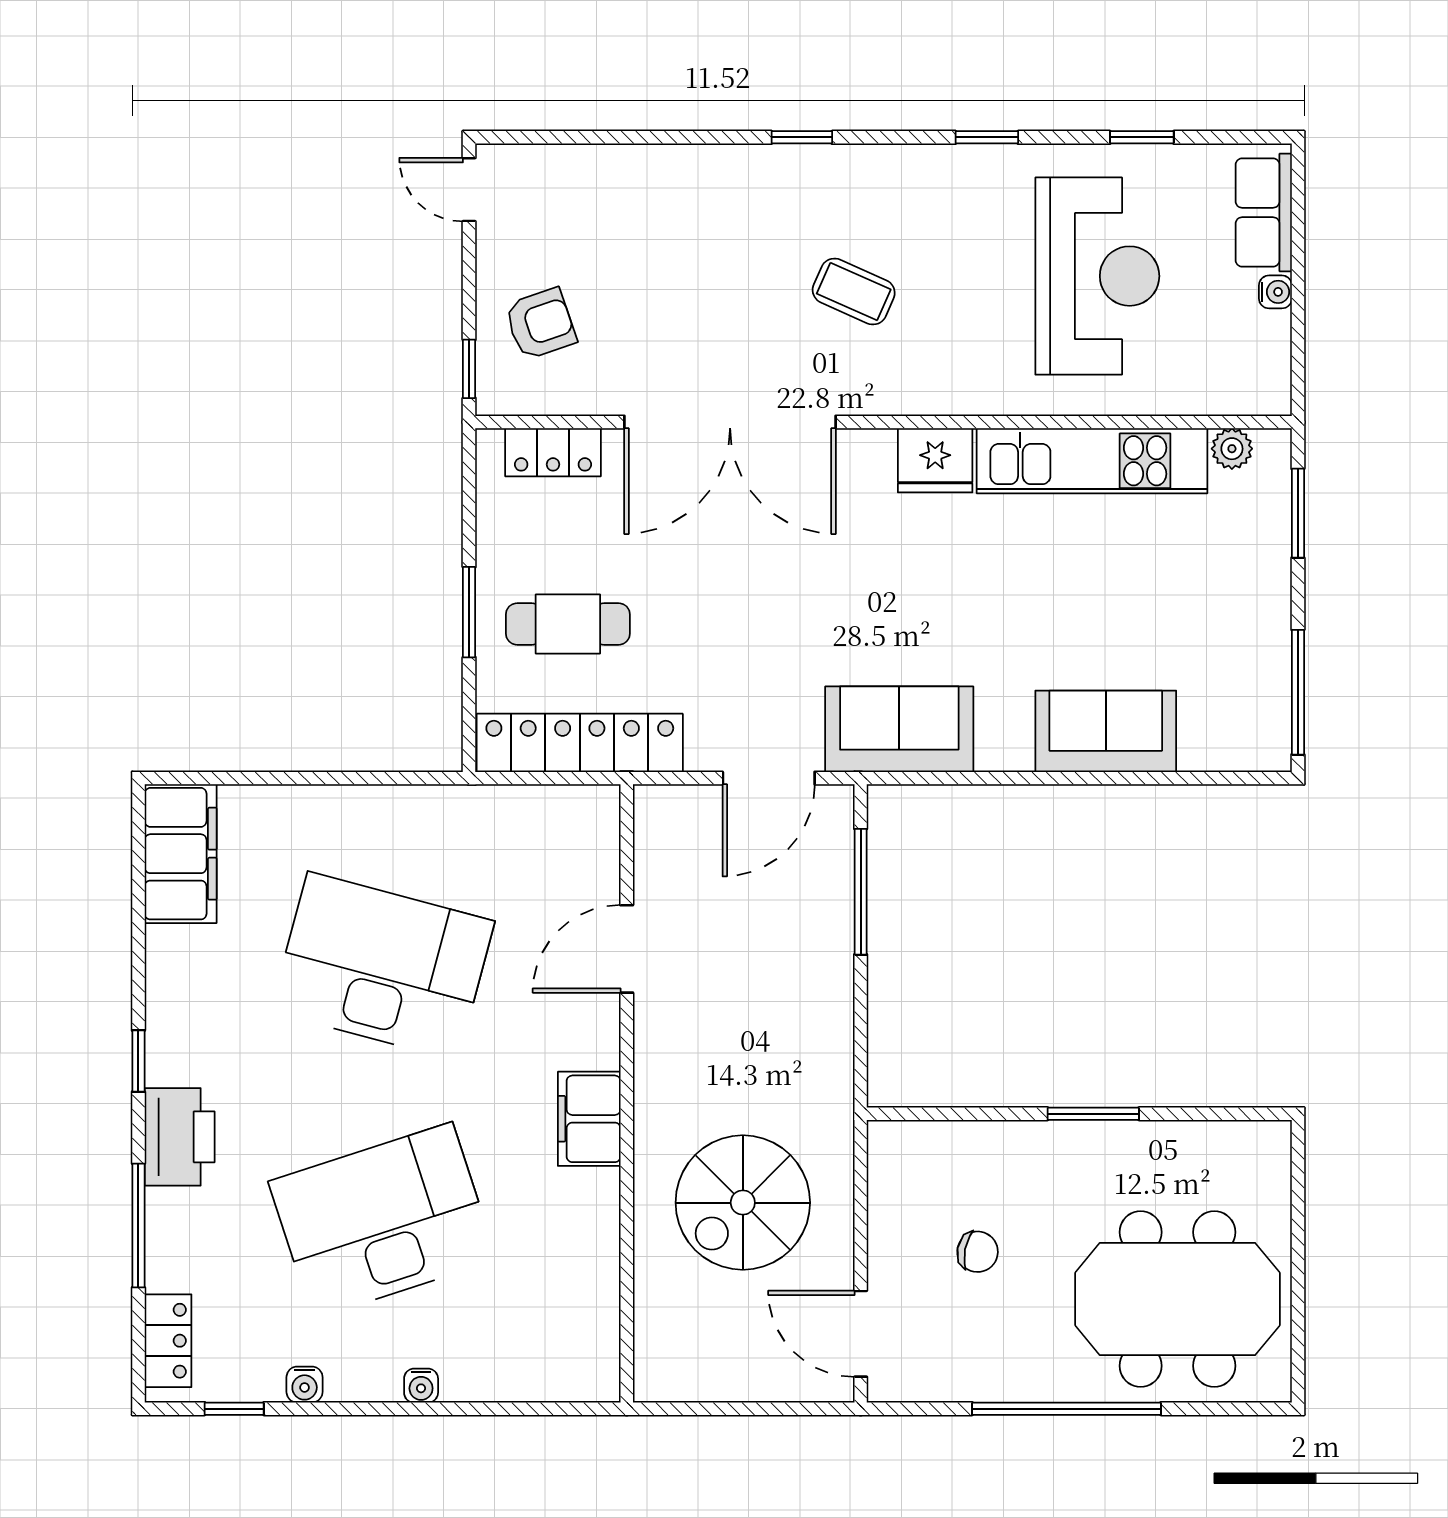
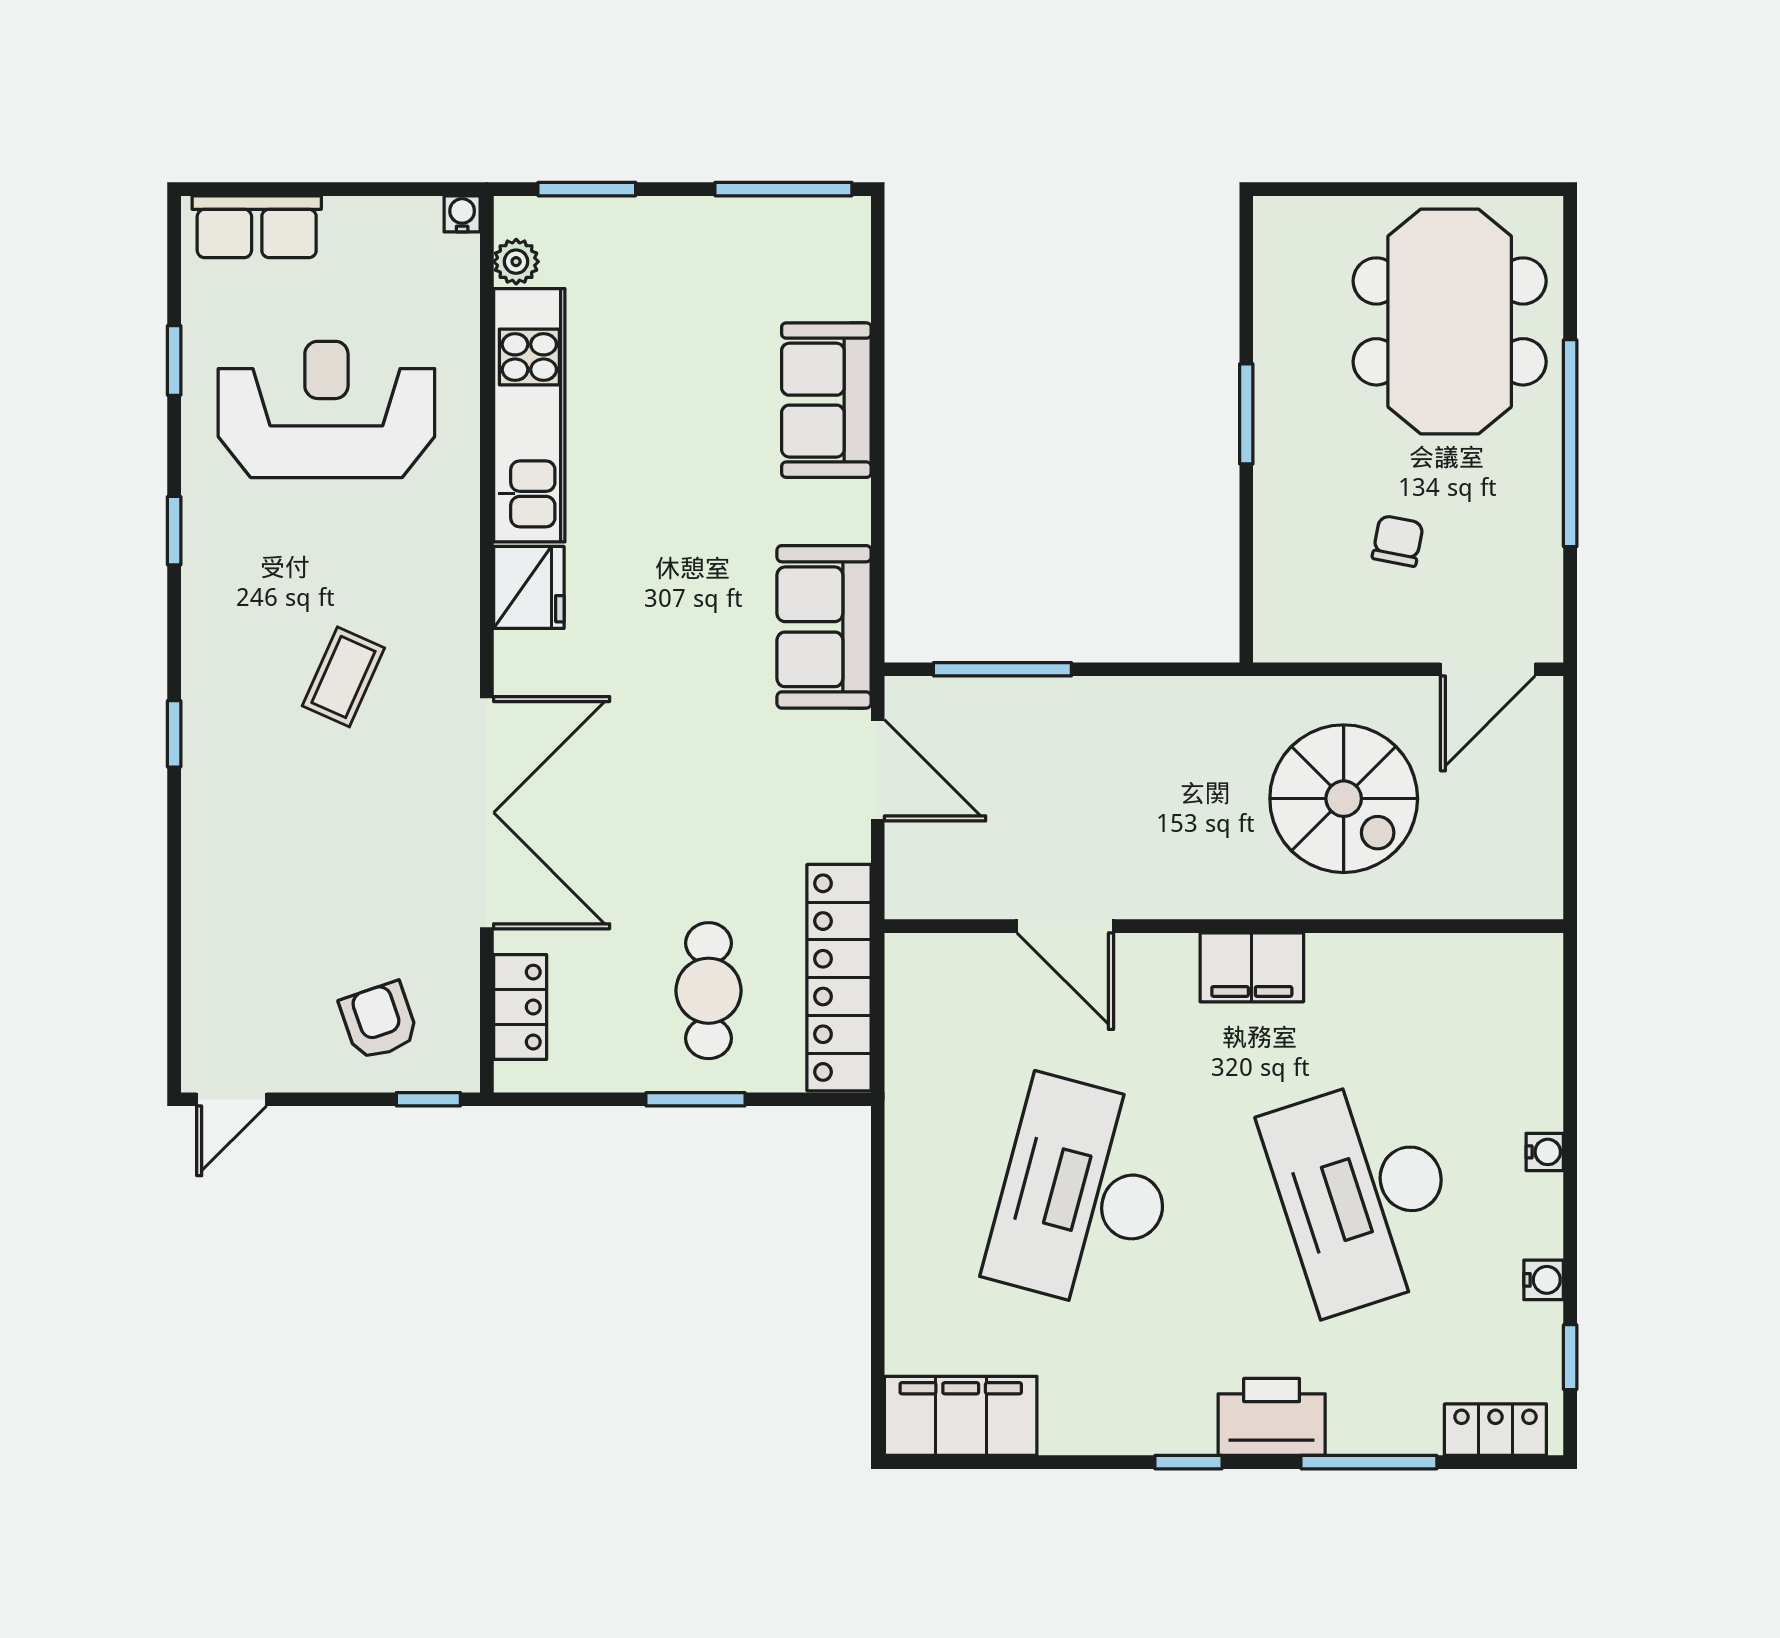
water cooler: (1275, 292) -> (462, 214), moved

